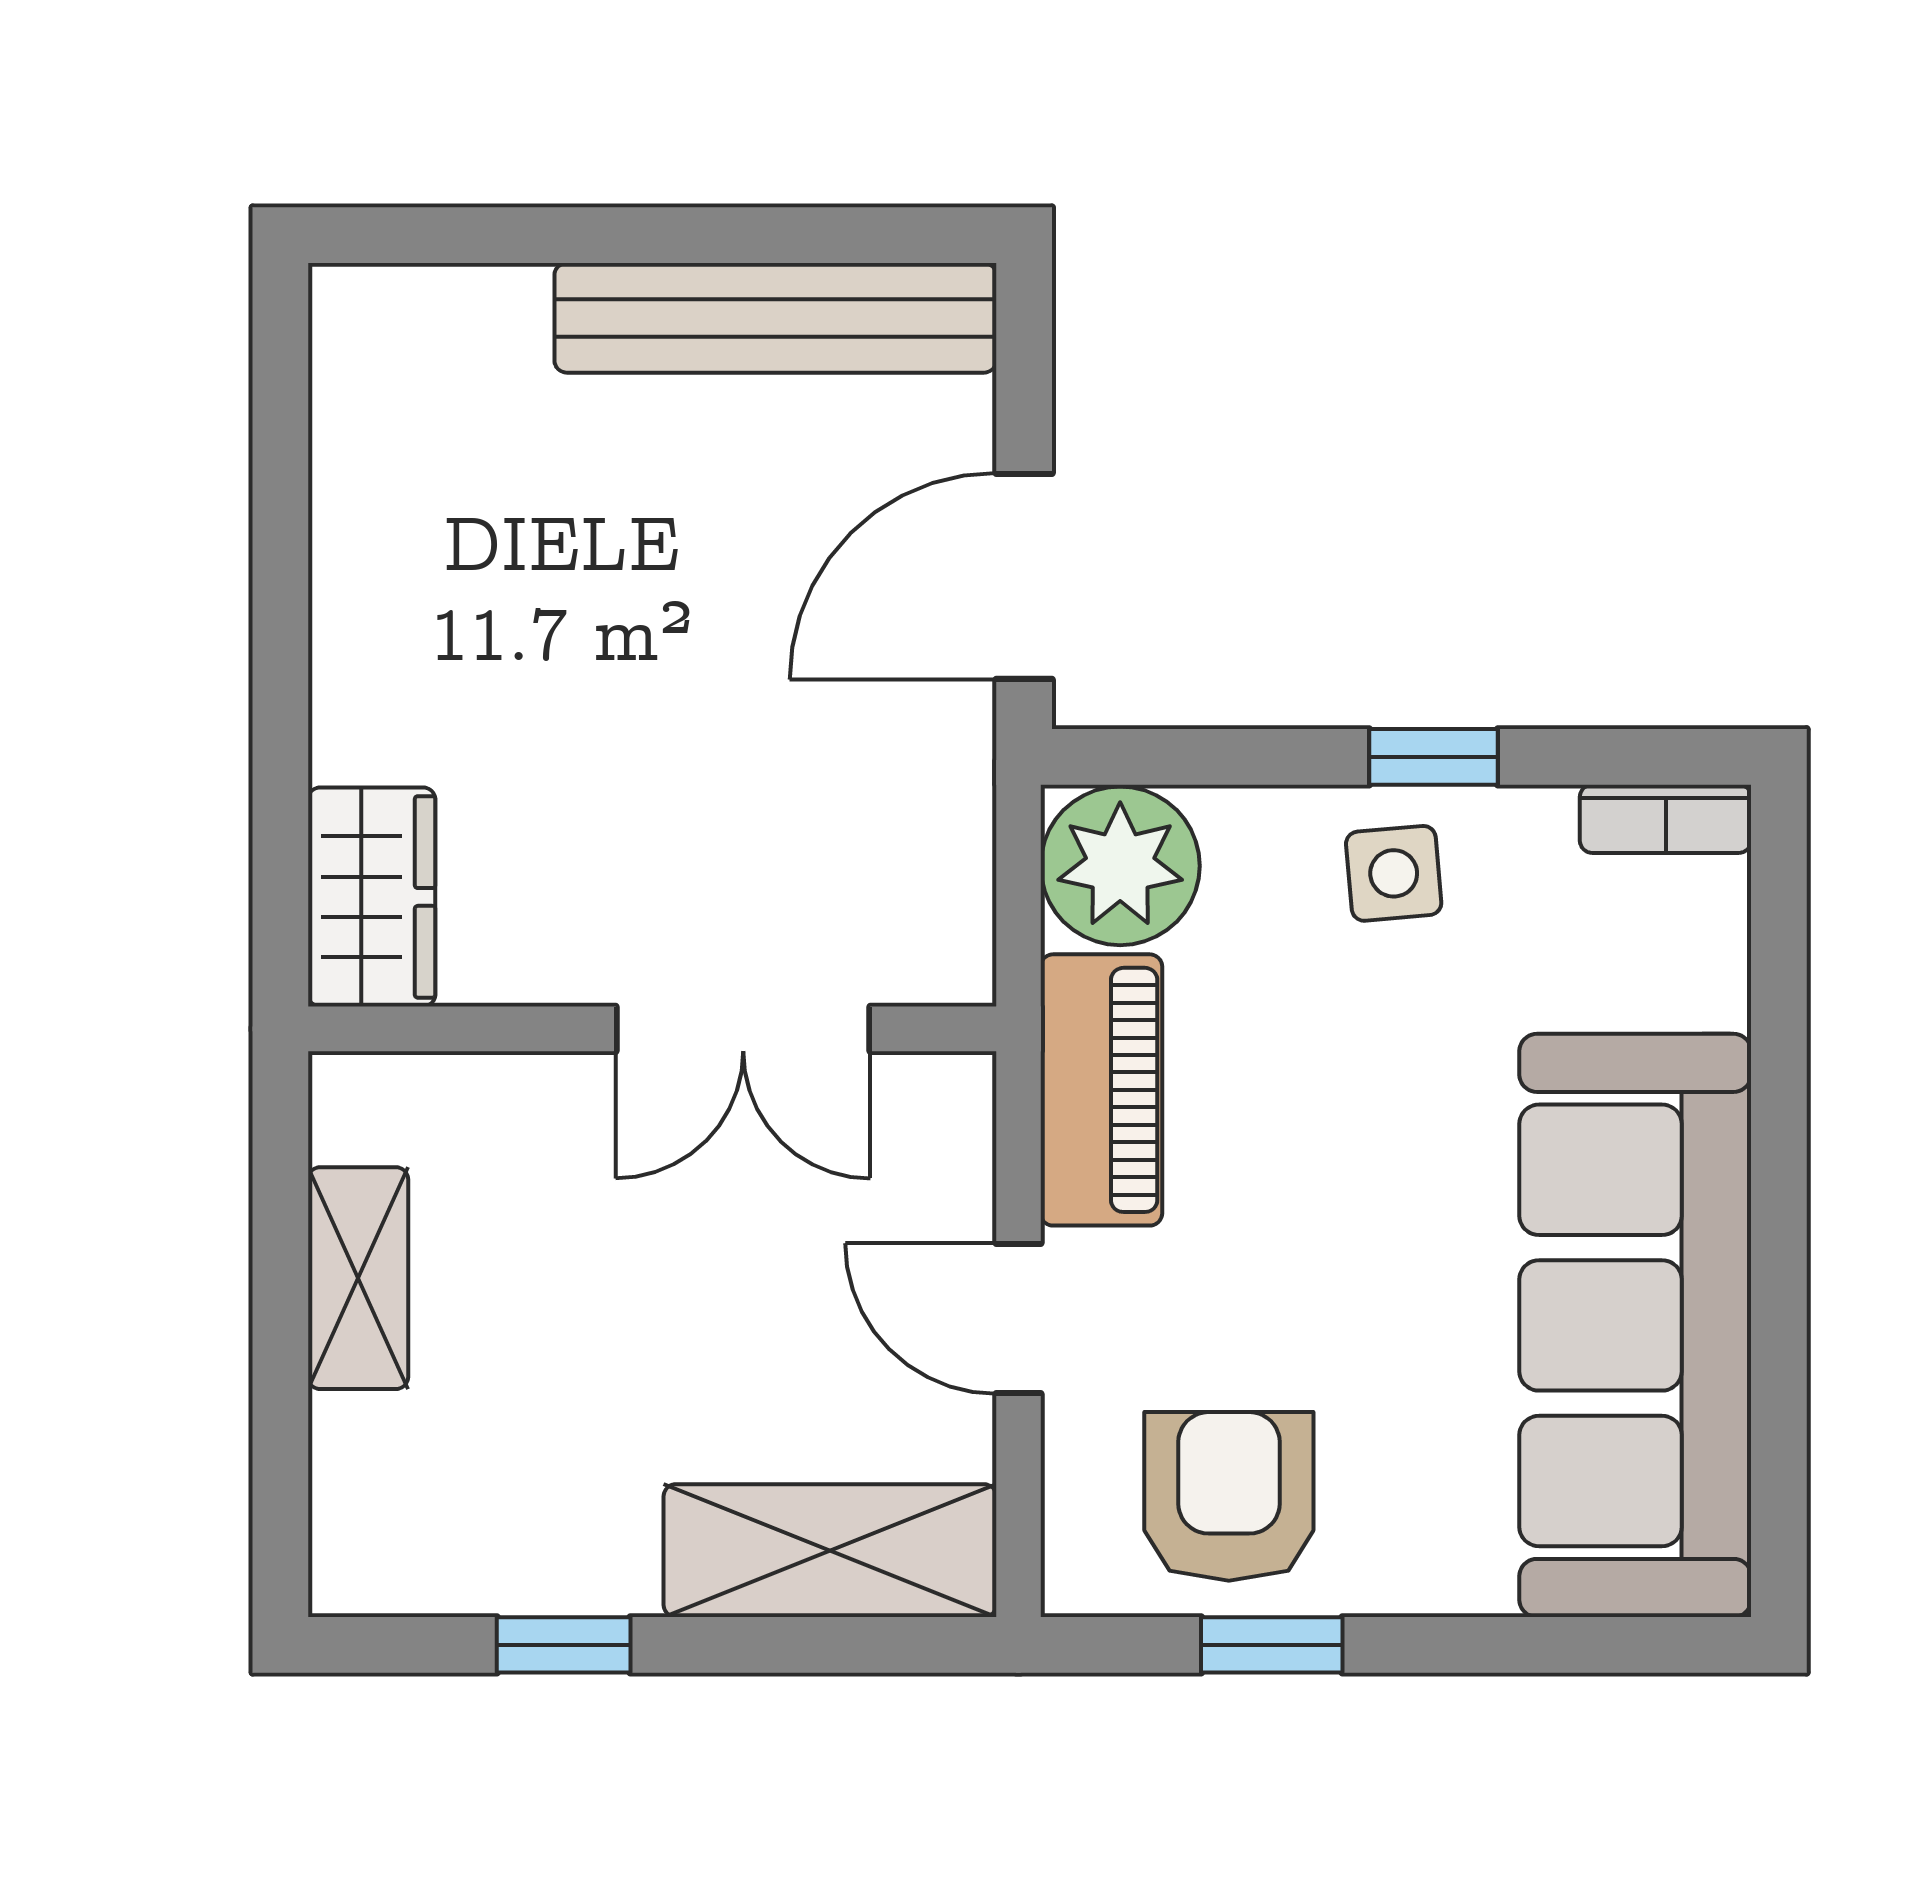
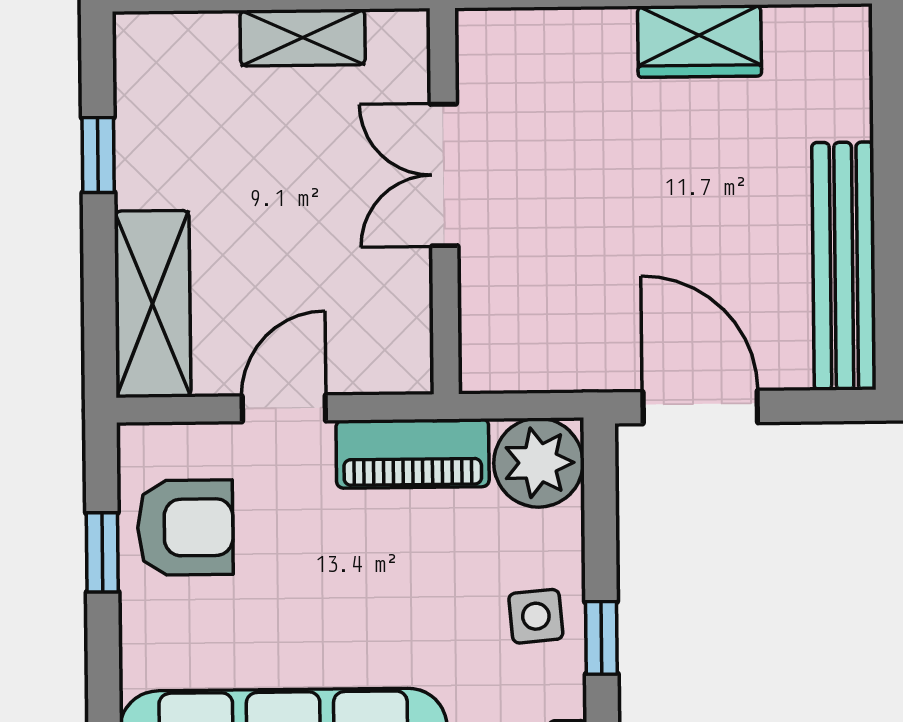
wardrobe: (372, 897) -> (699, 41), moved
double door: (743, 1029) -> (444, 175), moved

